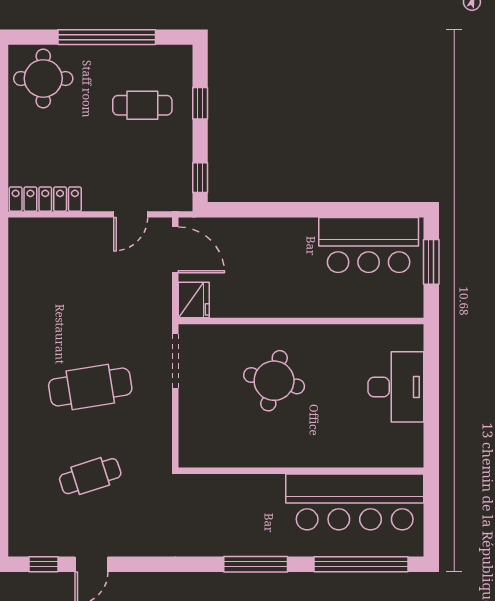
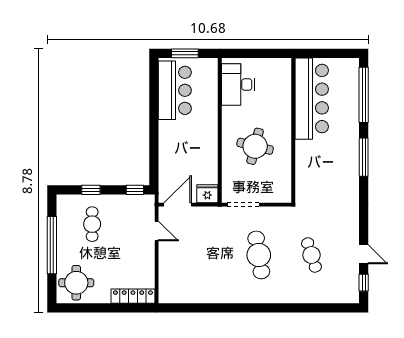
locker: (45, 199) -> (133, 296), moved, turned 90
desk: (396, 387) -> (238, 85), moved, turned -90
wall: (301, 471) -> (293, 130), moved
bar counter: (355, 502) -> (312, 99), moved

